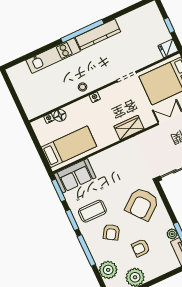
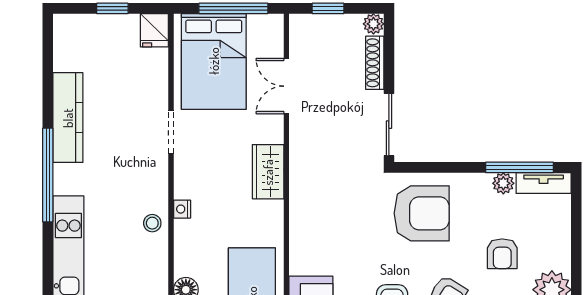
kitchen counter: (98, 35) -> (68, 118), moved
armchair: (142, 204) -> (422, 213), turned -51

